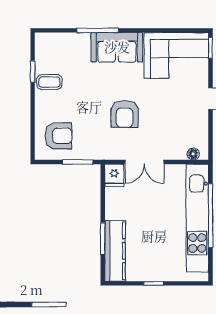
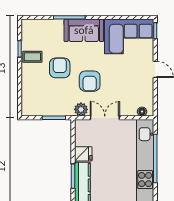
armchair: (59, 136) -> (60, 68), moved, turned -90
plant: (113, 151) -> (81, 109), added
double door: (144, 162) -> (105, 118), swing flipped
fridge: (114, 175) -> (83, 154), moved, turned -90

